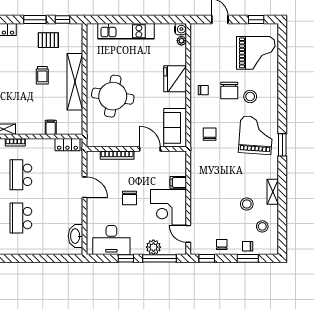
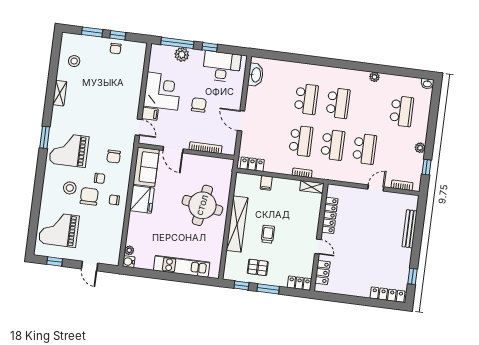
fridge: (175, 79) -> (142, 199), moved
grand piano: (256, 135) -> (69, 150), turned 86
stool: (247, 204) -> (86, 85), removed
door: (188, 234) -> (138, 127), moved
chair: (248, 246) -> (100, 178), moved
window: (207, 258) -> (118, 35), moved

